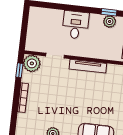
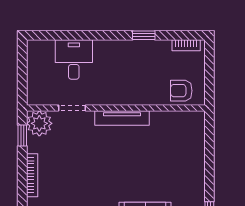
plant: (110, 21) -> (146, 49), removed
desk: (76, 25) -> (74, 59), moved

